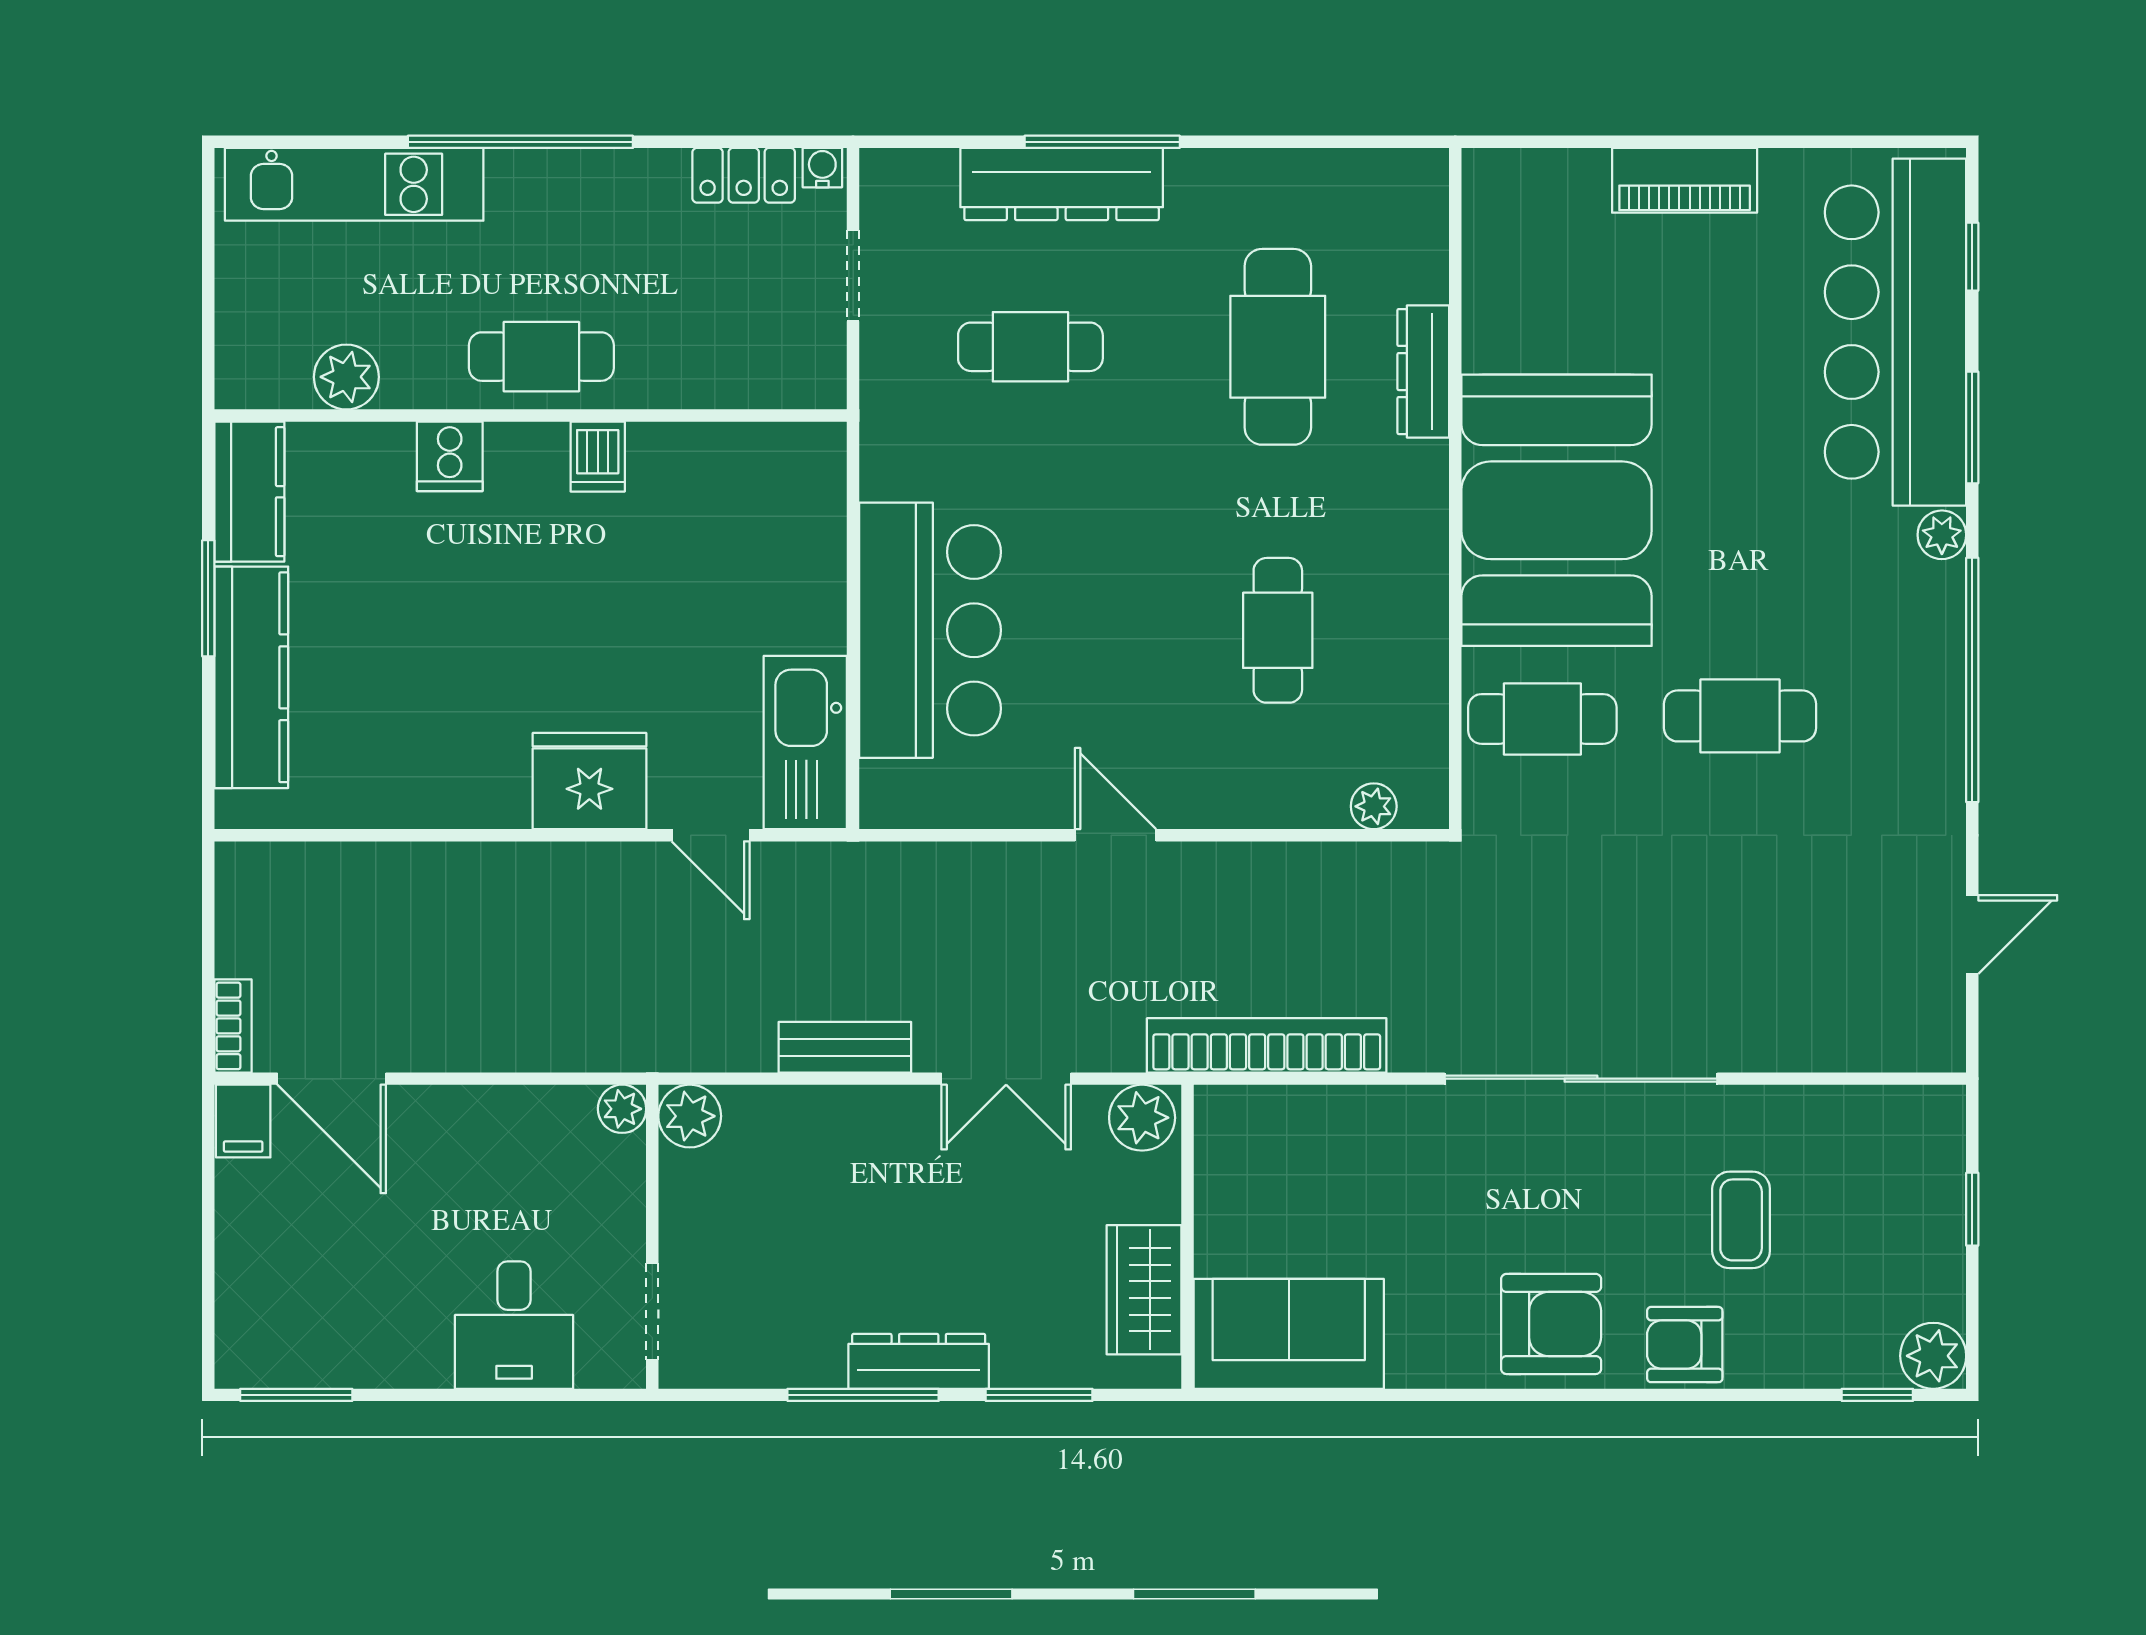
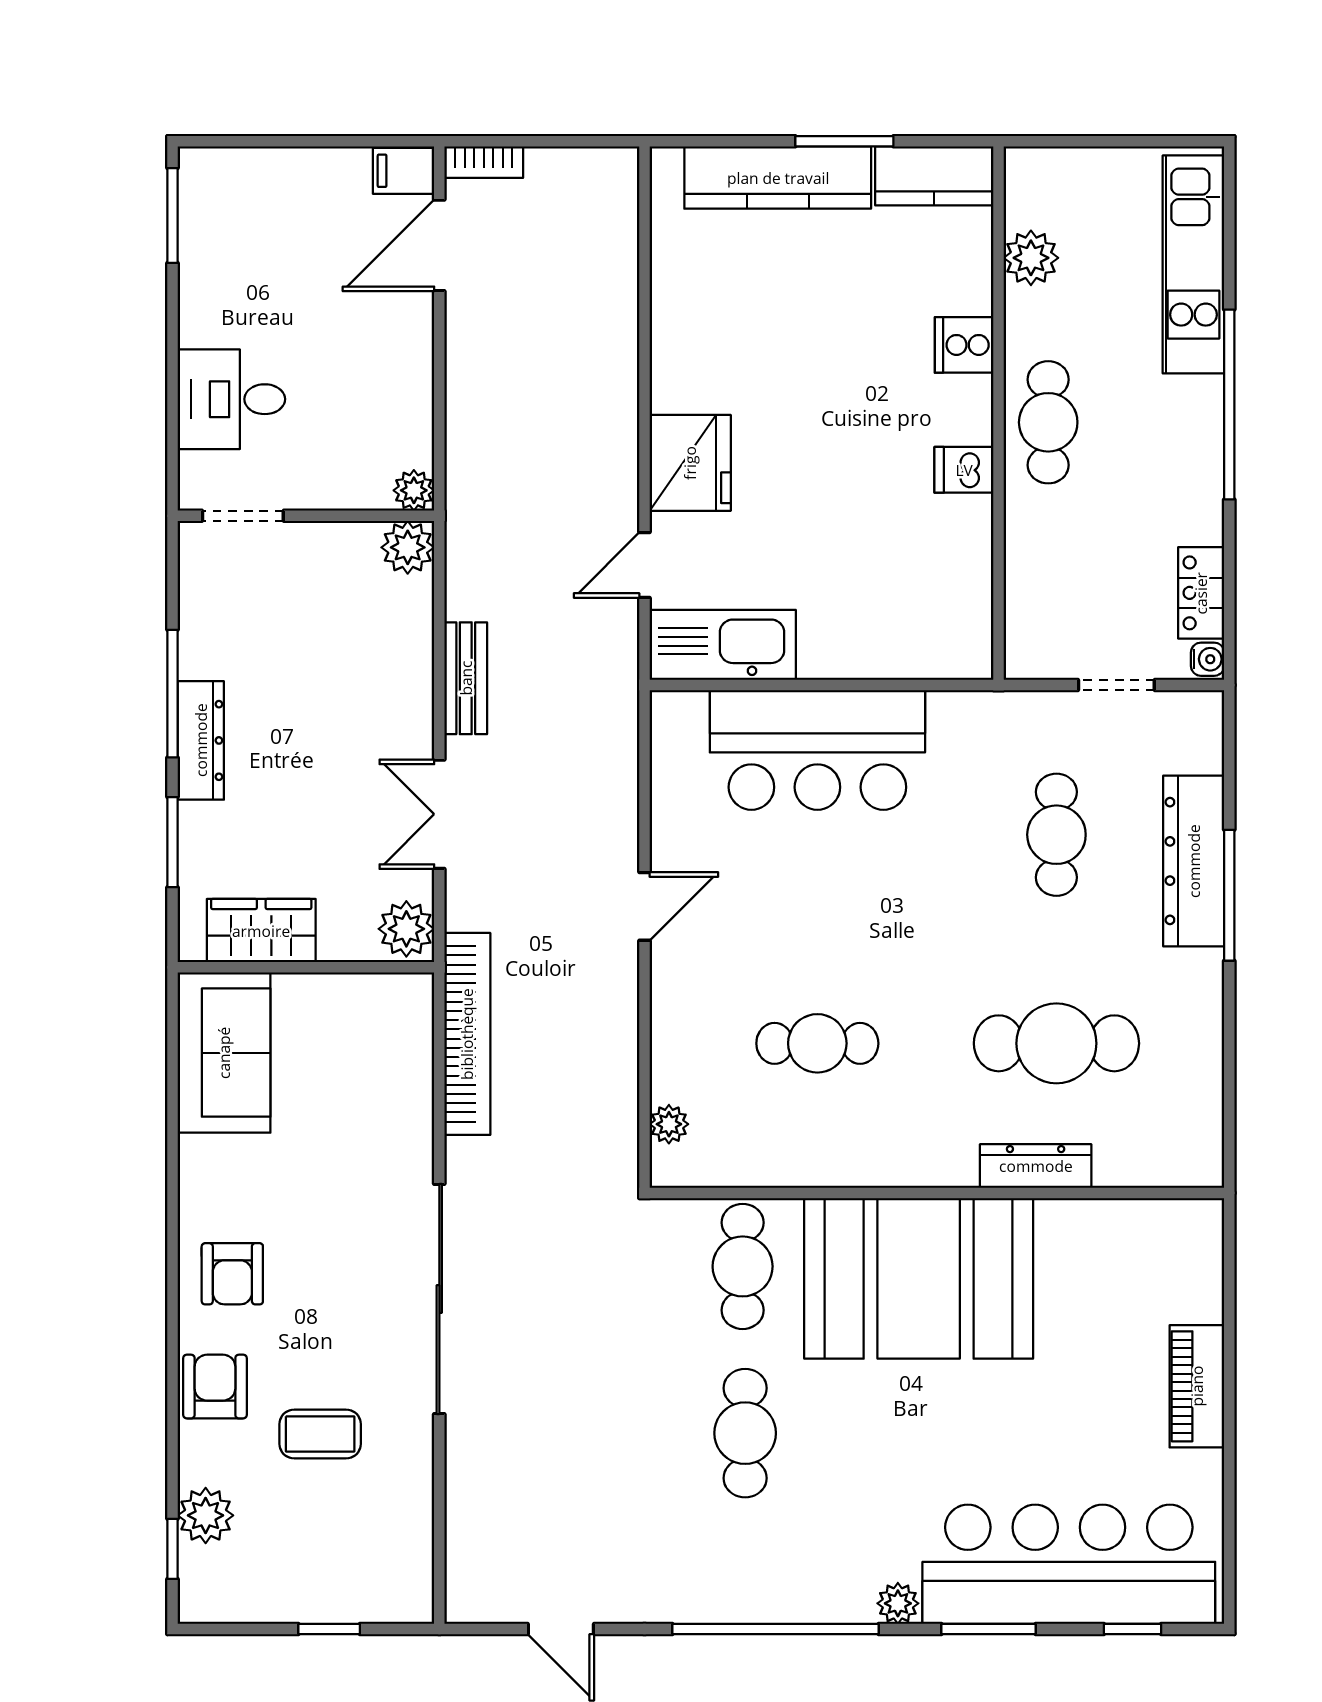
armchair: (1551, 1324) -> (232, 1274), width x0.72, depth x0.72
plant: (1933, 1356) -> (206, 1515), moved

